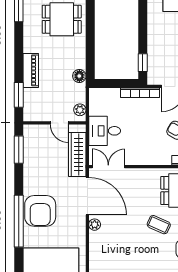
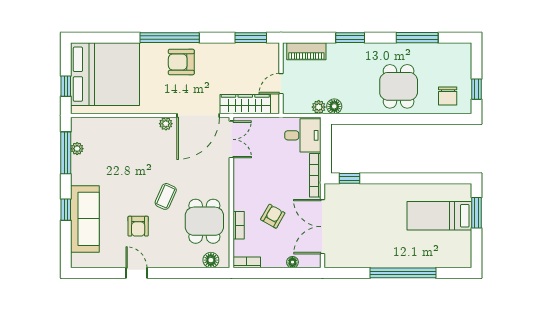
piano: (31, 70) -> (306, 51), moved
window: (19, 95) -> (350, 38), moved
plant: (80, 110) -> (319, 107), moved
desk: (105, 131) -> (303, 135), moved, turned 90
armchair: (40, 211) -> (181, 62), width x0.73, depth x0.73

